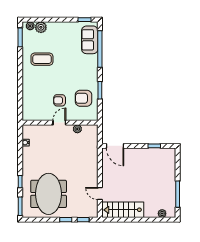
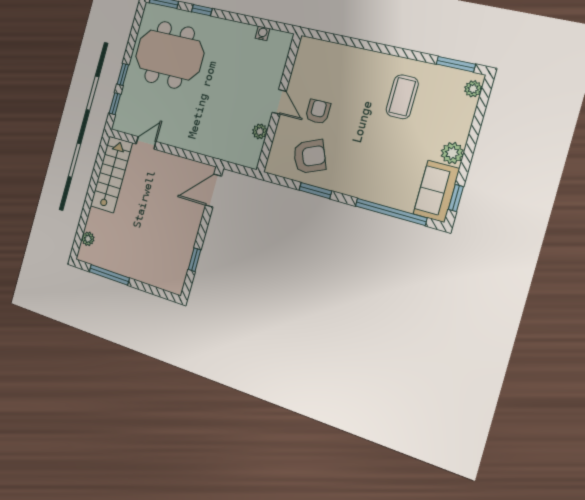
plant: (41, 27) -> (452, 153), moved
sofa: (90, 40) -> (436, 191), moved, turned -90
armchair: (83, 98) -> (310, 157), turned 67

